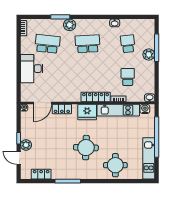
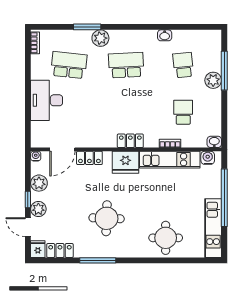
locker: (96, 97) -> (130, 141), width x0.66
plant: (26, 127) -> (39, 183), added
round table: (86, 148) -> (107, 218), moved
fridge: (26, 173) -> (38, 249), added

